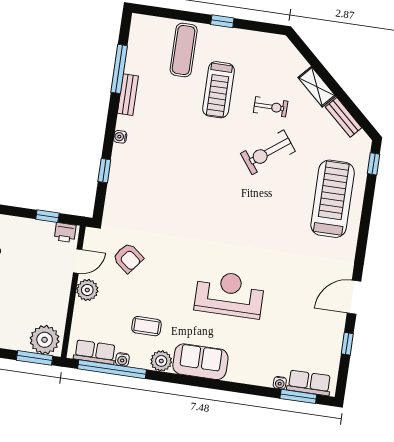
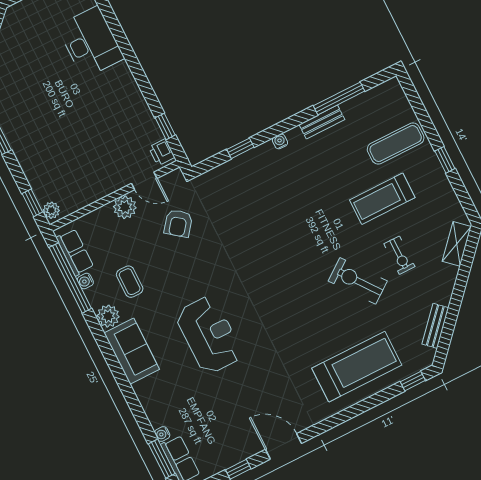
shelving: (317, 87) -> (457, 244), moved
plant: (45, 340) -> (51, 210), width x0.53, depth x0.53
window: (35, 358) -> (32, 203), width x0.67

